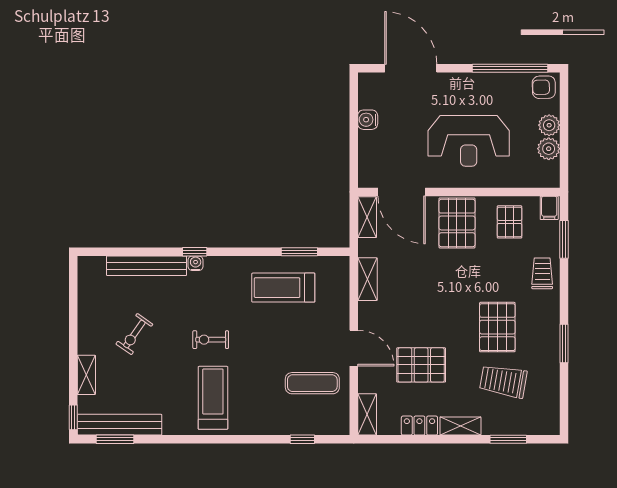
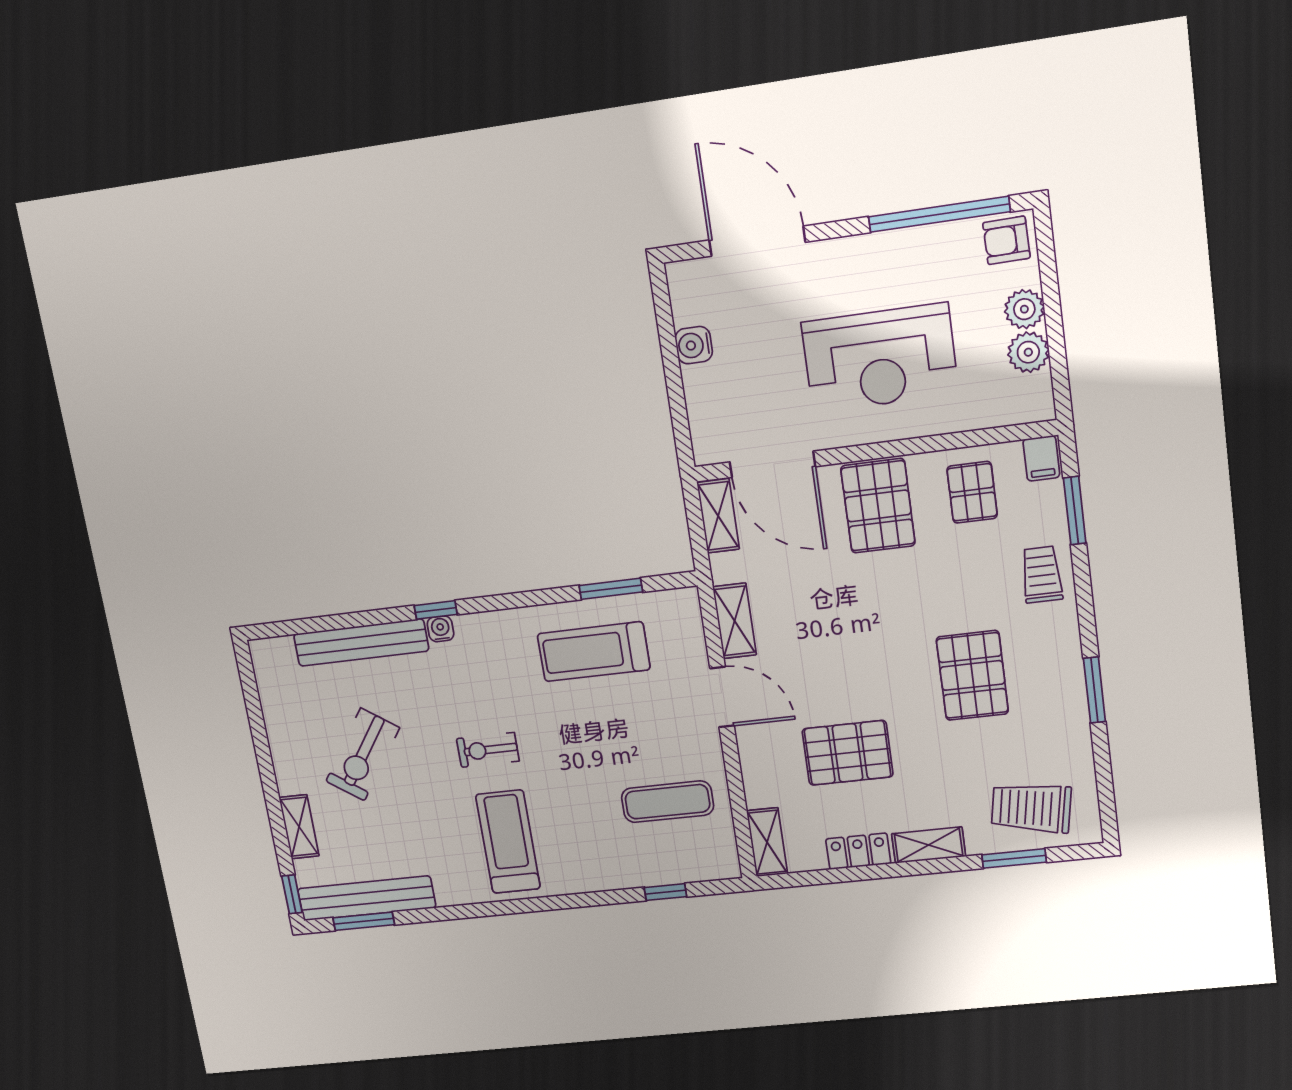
exercise bike: (134, 334) -> (363, 755), width x1.38, depth x1.39
door: (354, 348) -> (722, 697), moved
trolley: (503, 381) -> (1031, 808), moved

